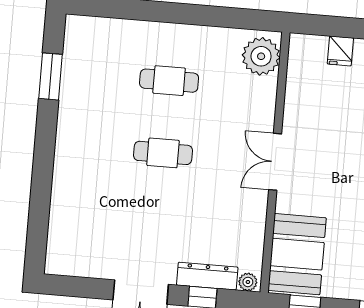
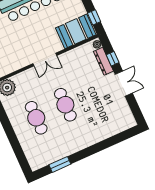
cafe table: (169, 81) -> (36, 118), width x1.37, depth x1.35
cafe table: (163, 153) -> (65, 105), width x1.37, depth x1.35

